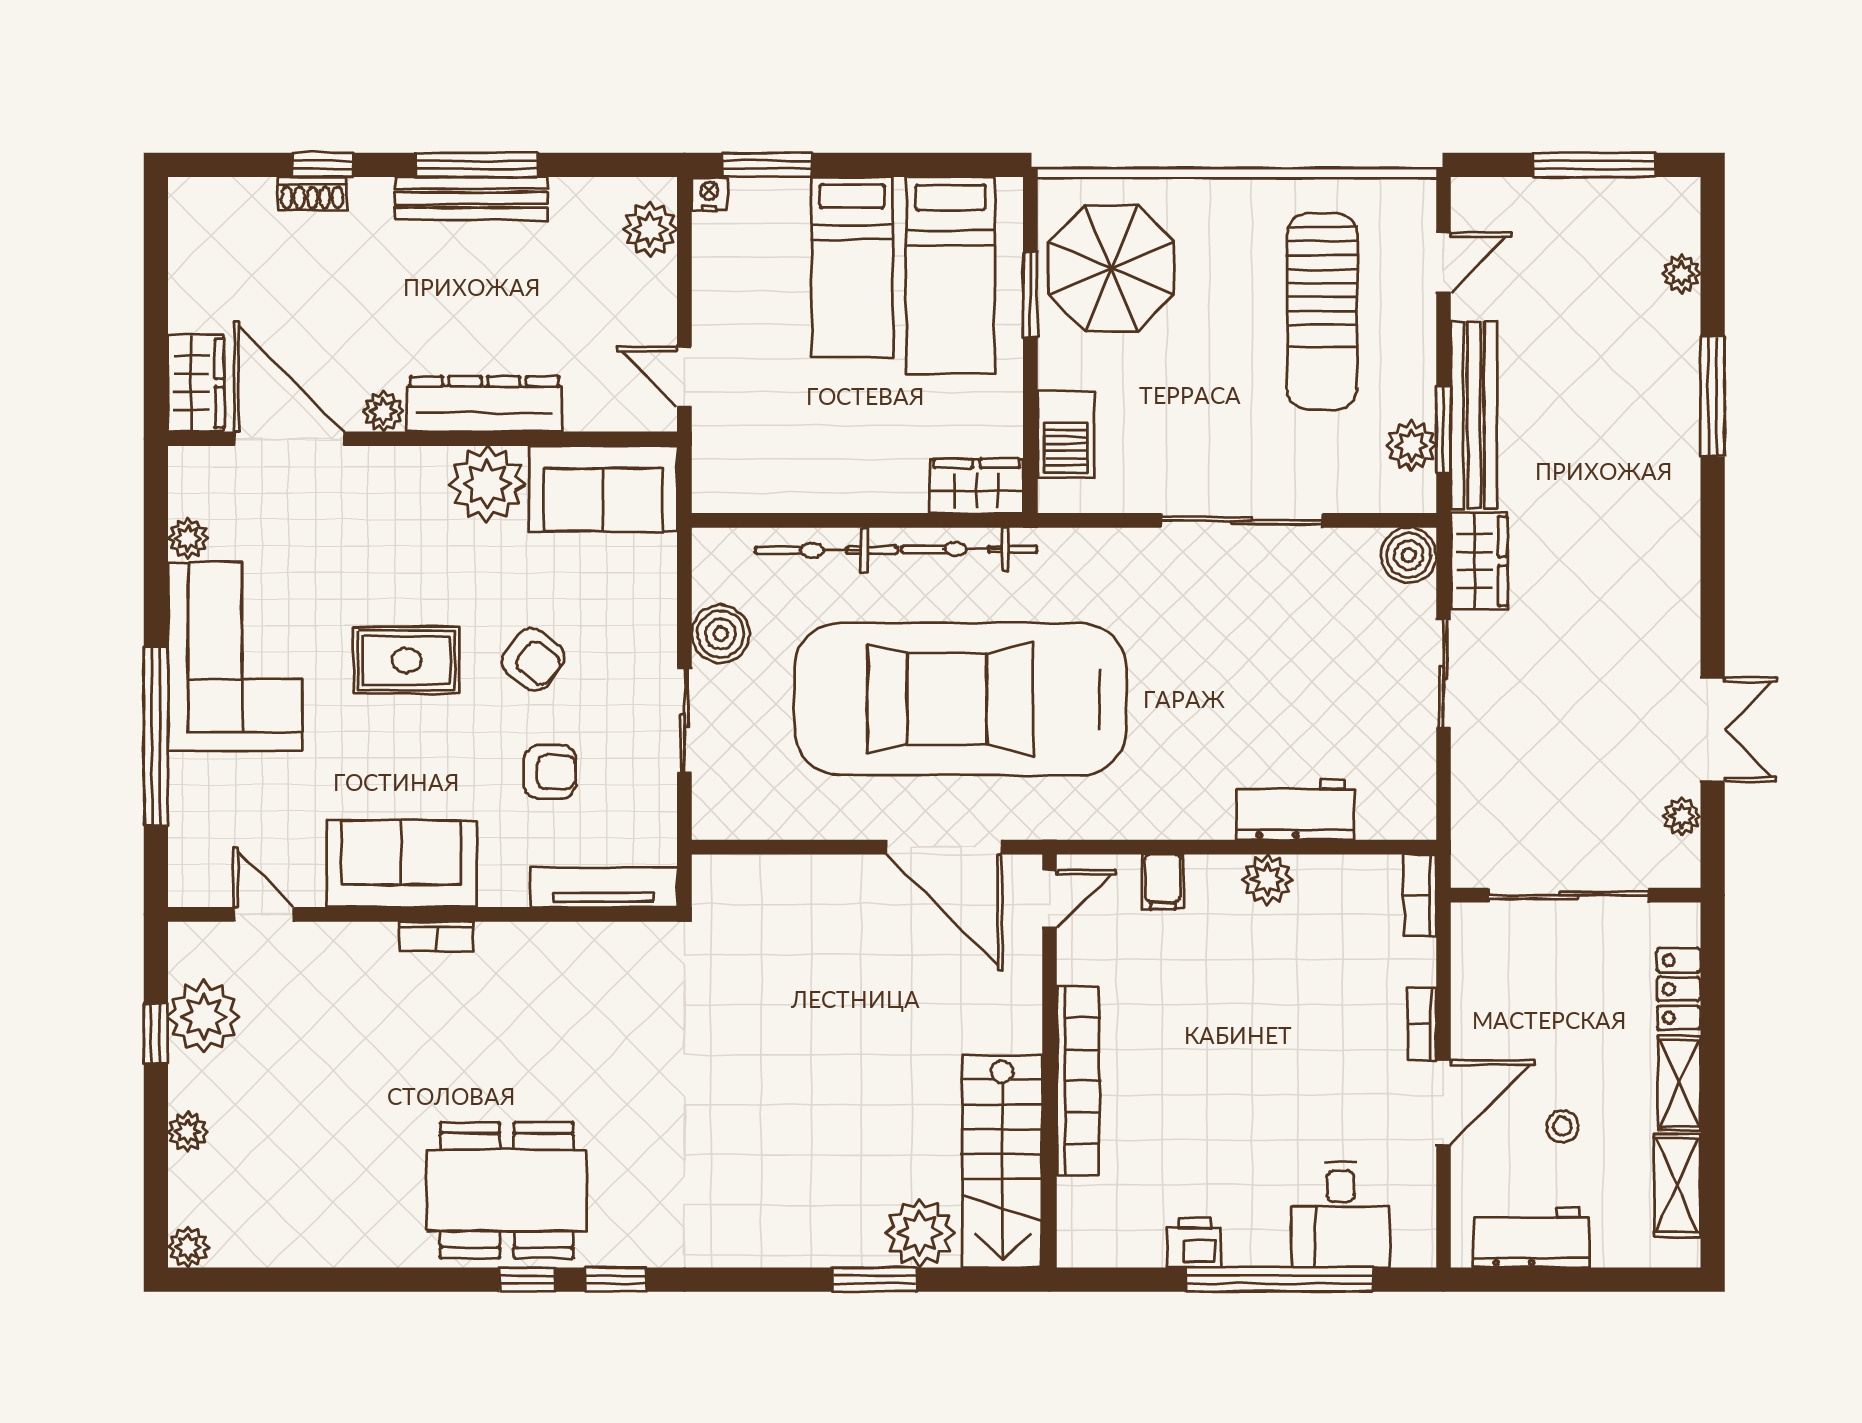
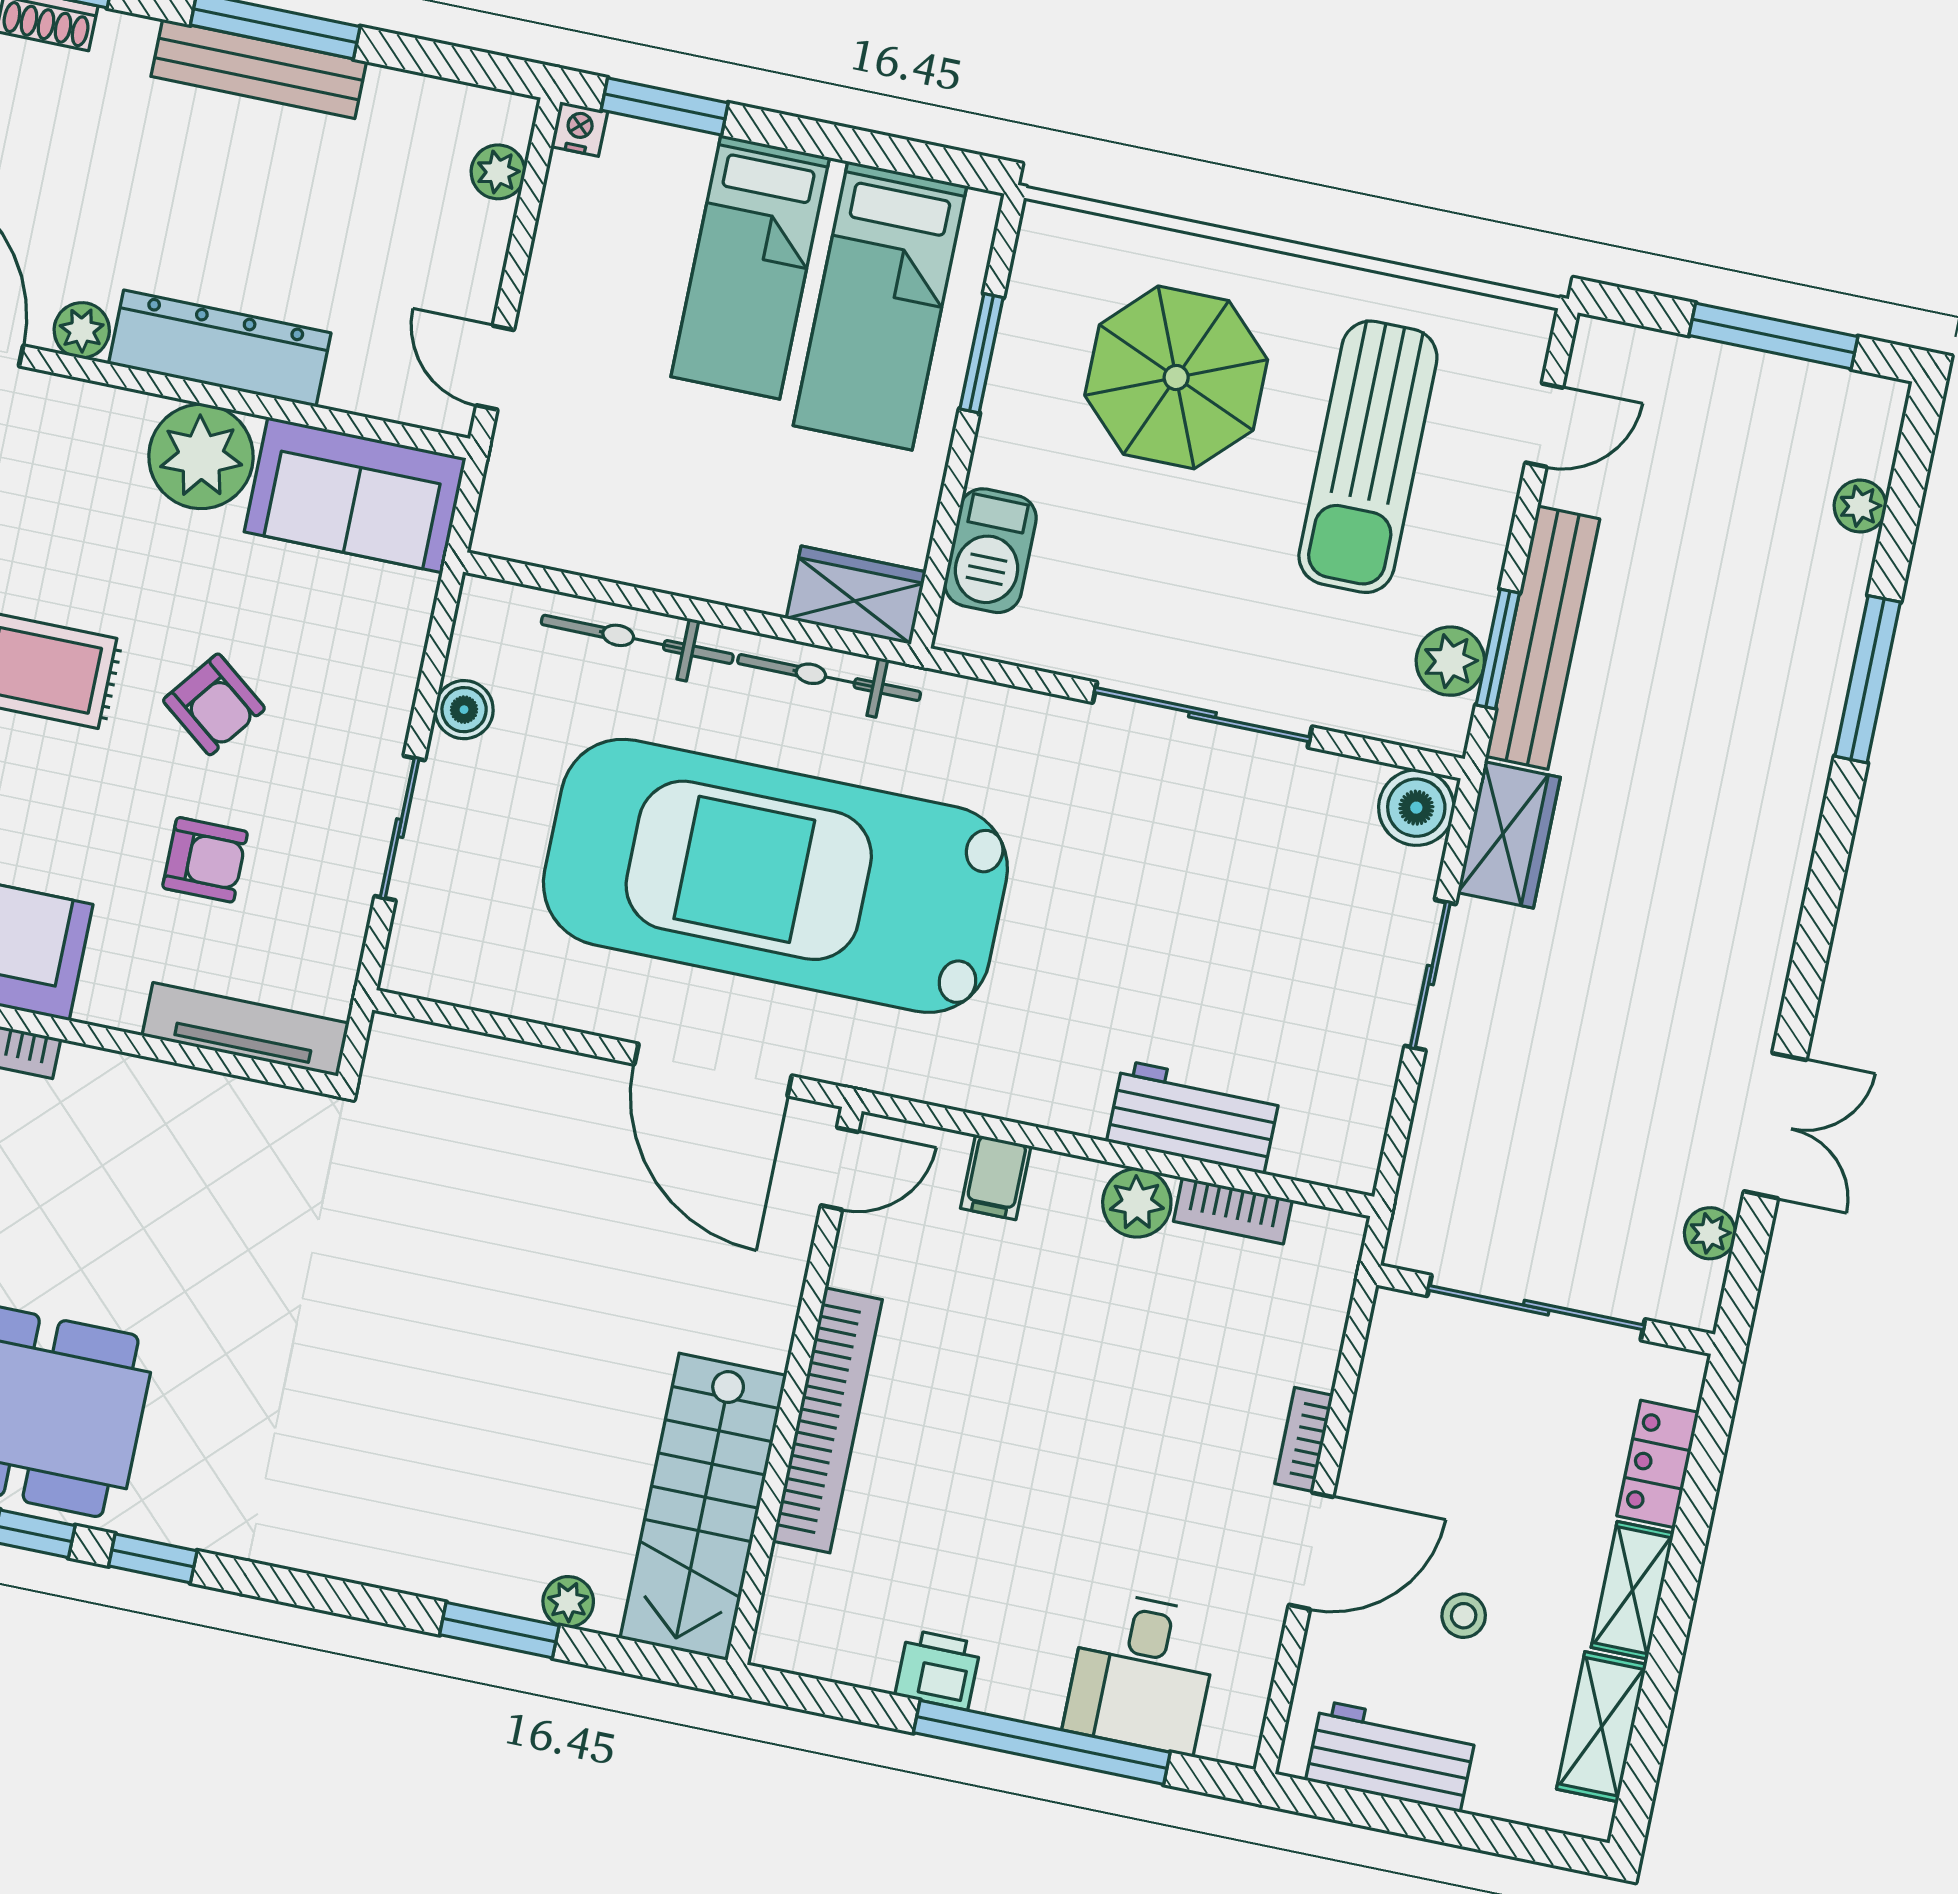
plant: (650, 229) -> (498, 172), width x0.73, depth x0.73
parasol: (1111, 268) -> (1176, 377), moved
boiler: (721, 634) -> (464, 710), width x0.73, depth x0.73
bookcase: (1420, 895) -> (1233, 1211), moved, turned -90
plant: (920, 1233) -> (568, 1602), width x0.53, depth x0.53

